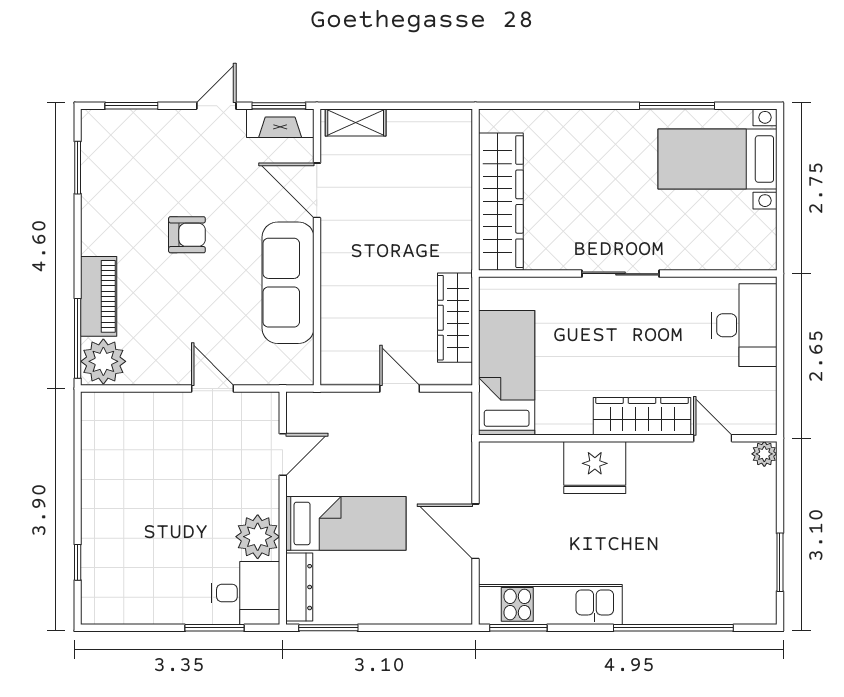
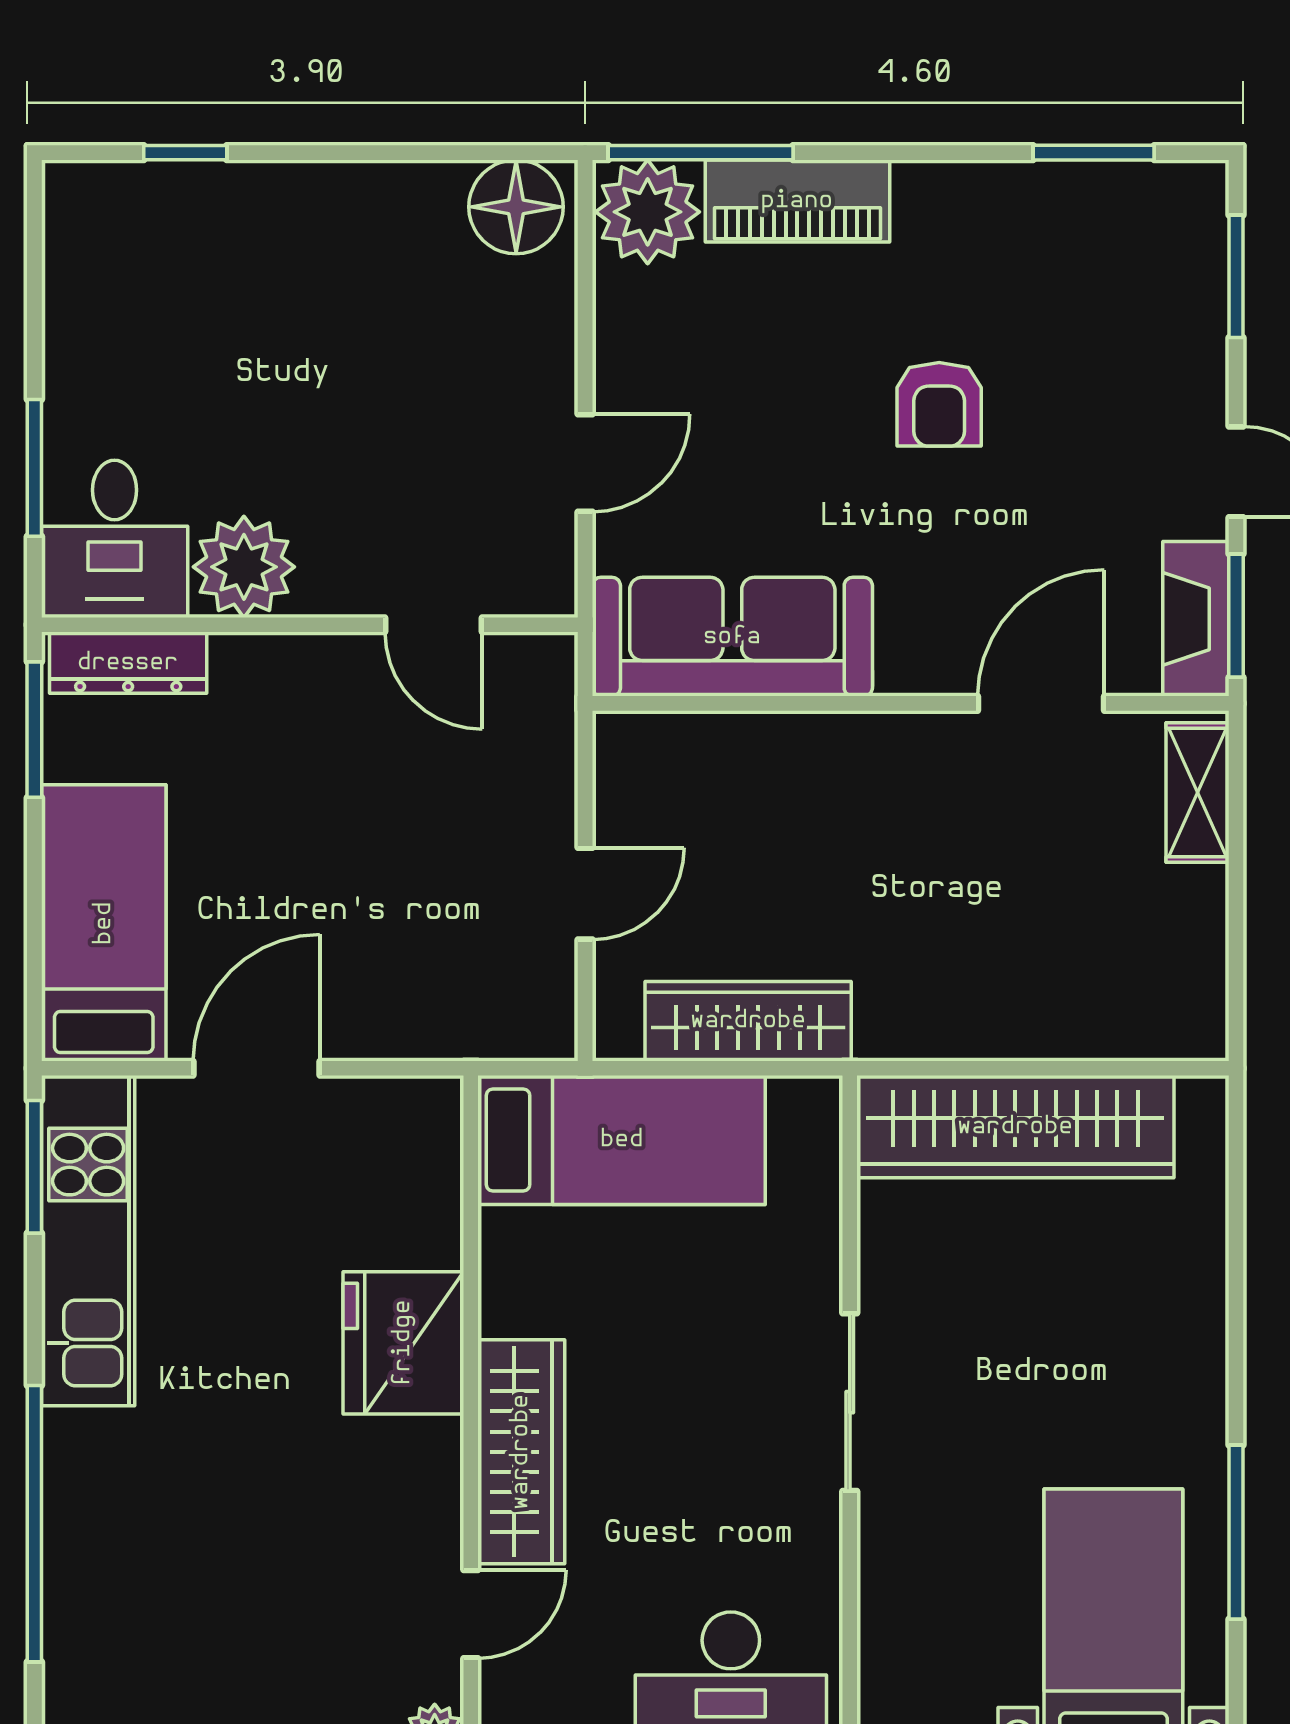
sofa: (288, 283) -> (732, 637), moved
floor lamp: (101, 419) -> (516, 207), added
bed: (346, 523) -> (104, 923), moved, turned 180

